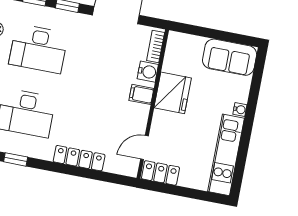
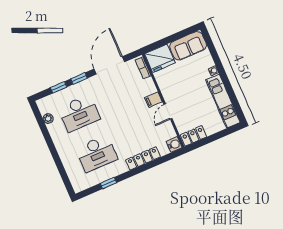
water cooler: (148, 72) -> (174, 144), moved
fridge: (173, 93) -> (160, 58), moved, turned 90
door: (144, 148) -> (168, 112), moved

